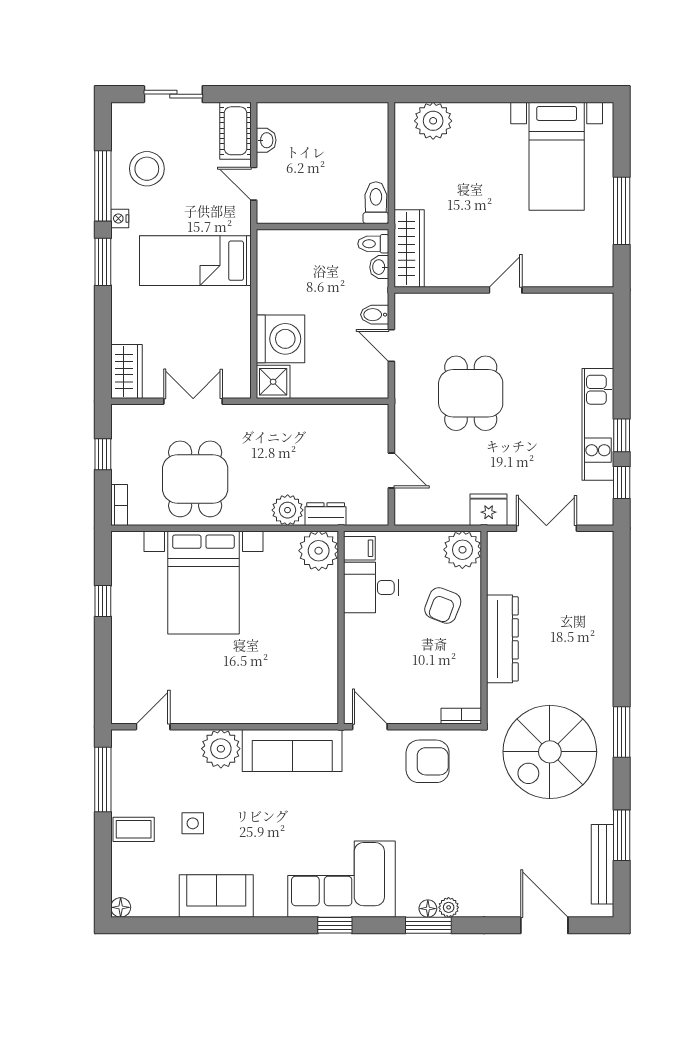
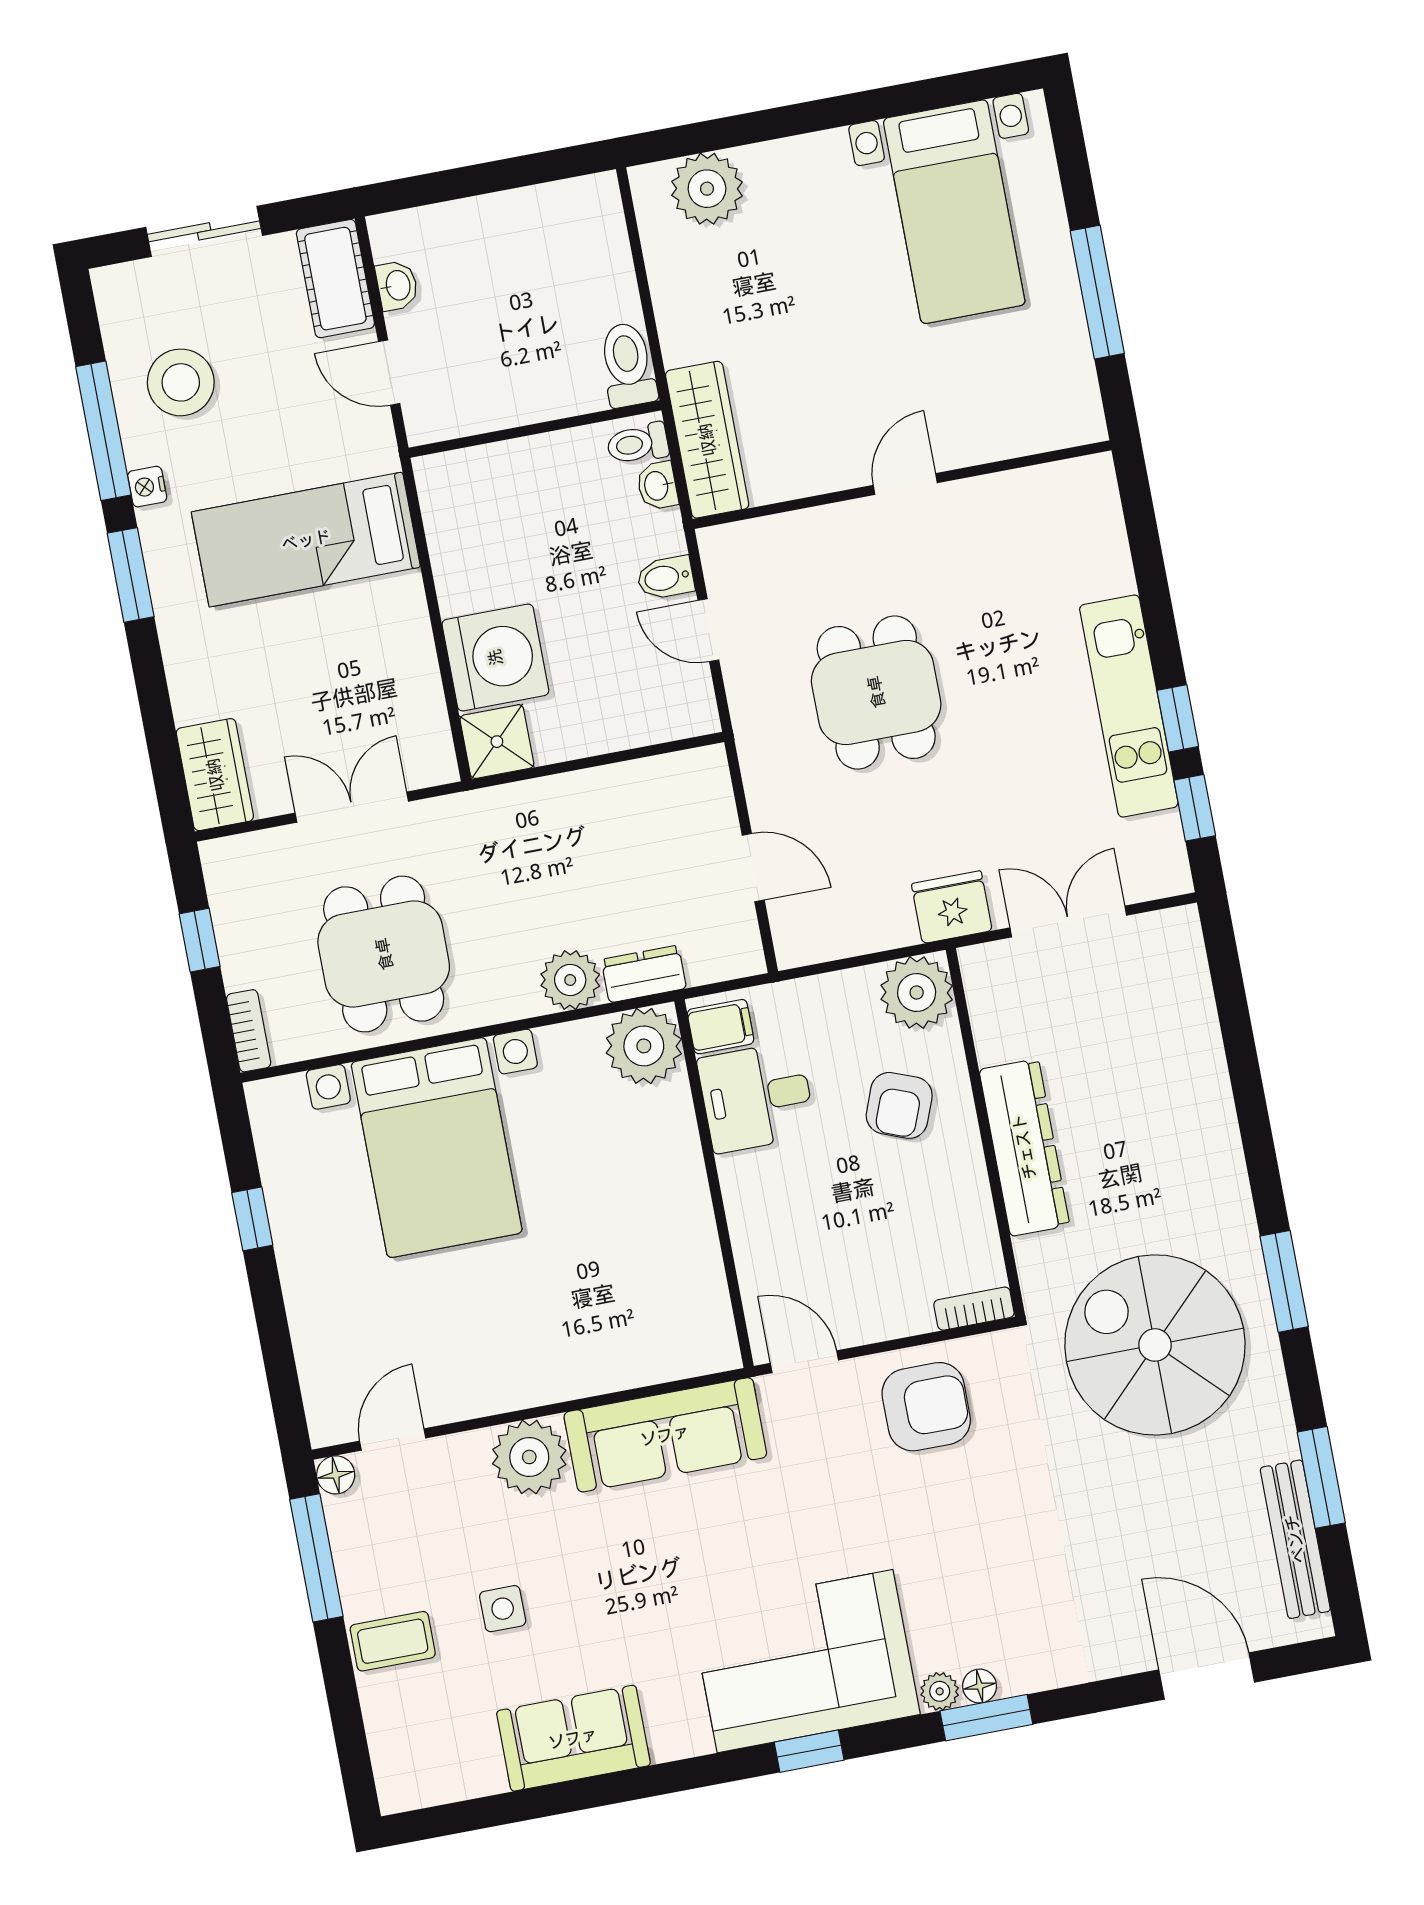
spiral stairs: (550, 752) -> (1155, 1345), turned 90
floor lamp: (121, 907) -> (336, 1475), moved
plant: (449, 907) -> (940, 1691), moved

